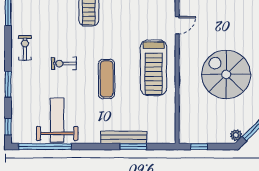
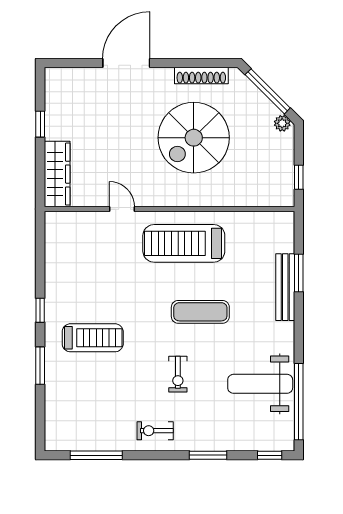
treadmill: (154, 68) -> (184, 243), turned 180

